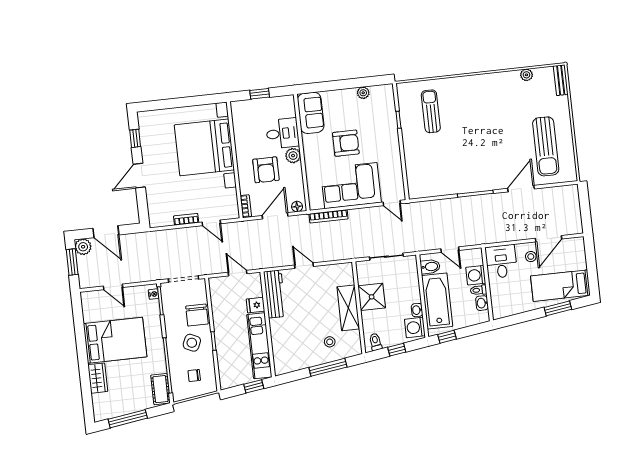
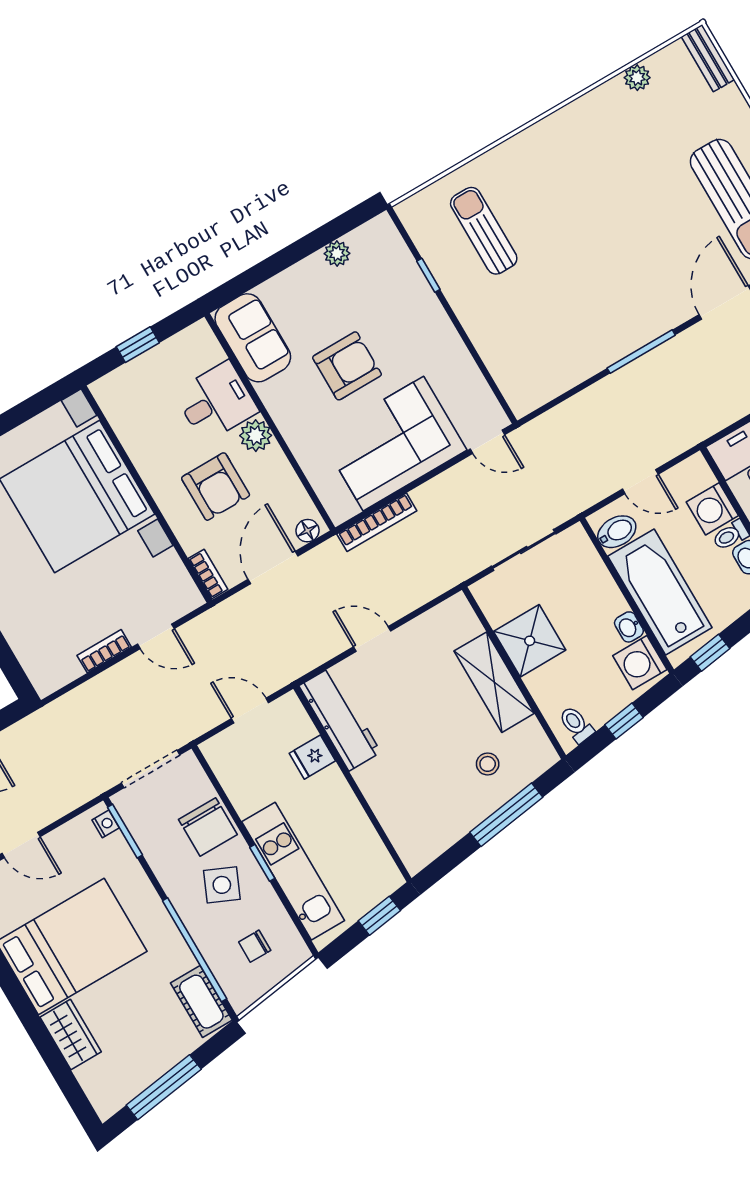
kitchen unit: (259, 346) -> (293, 871), moved, turned 180

